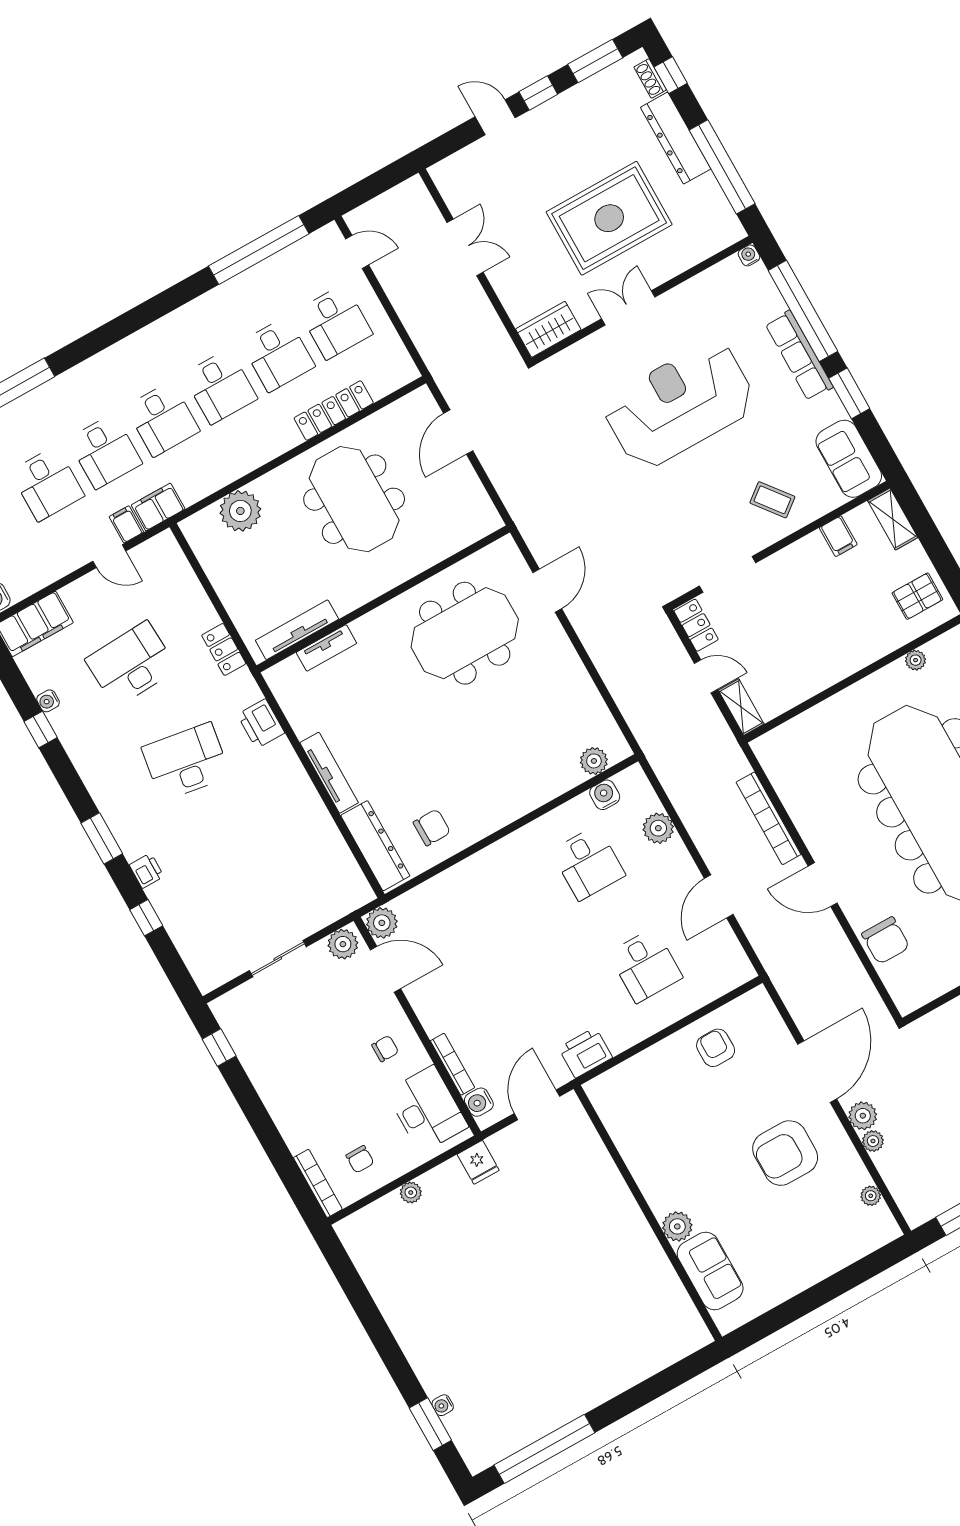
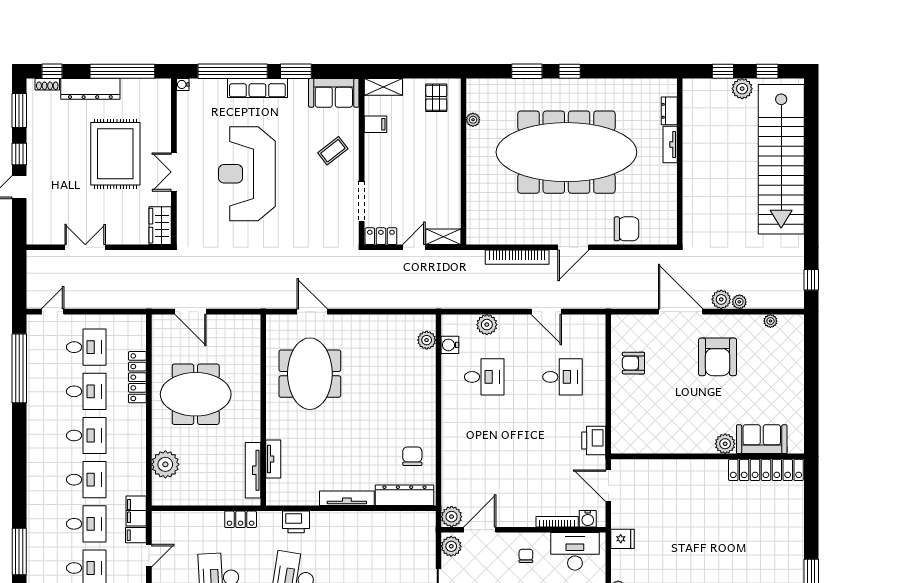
locker: (673, 1299) -> (766, 470), added

